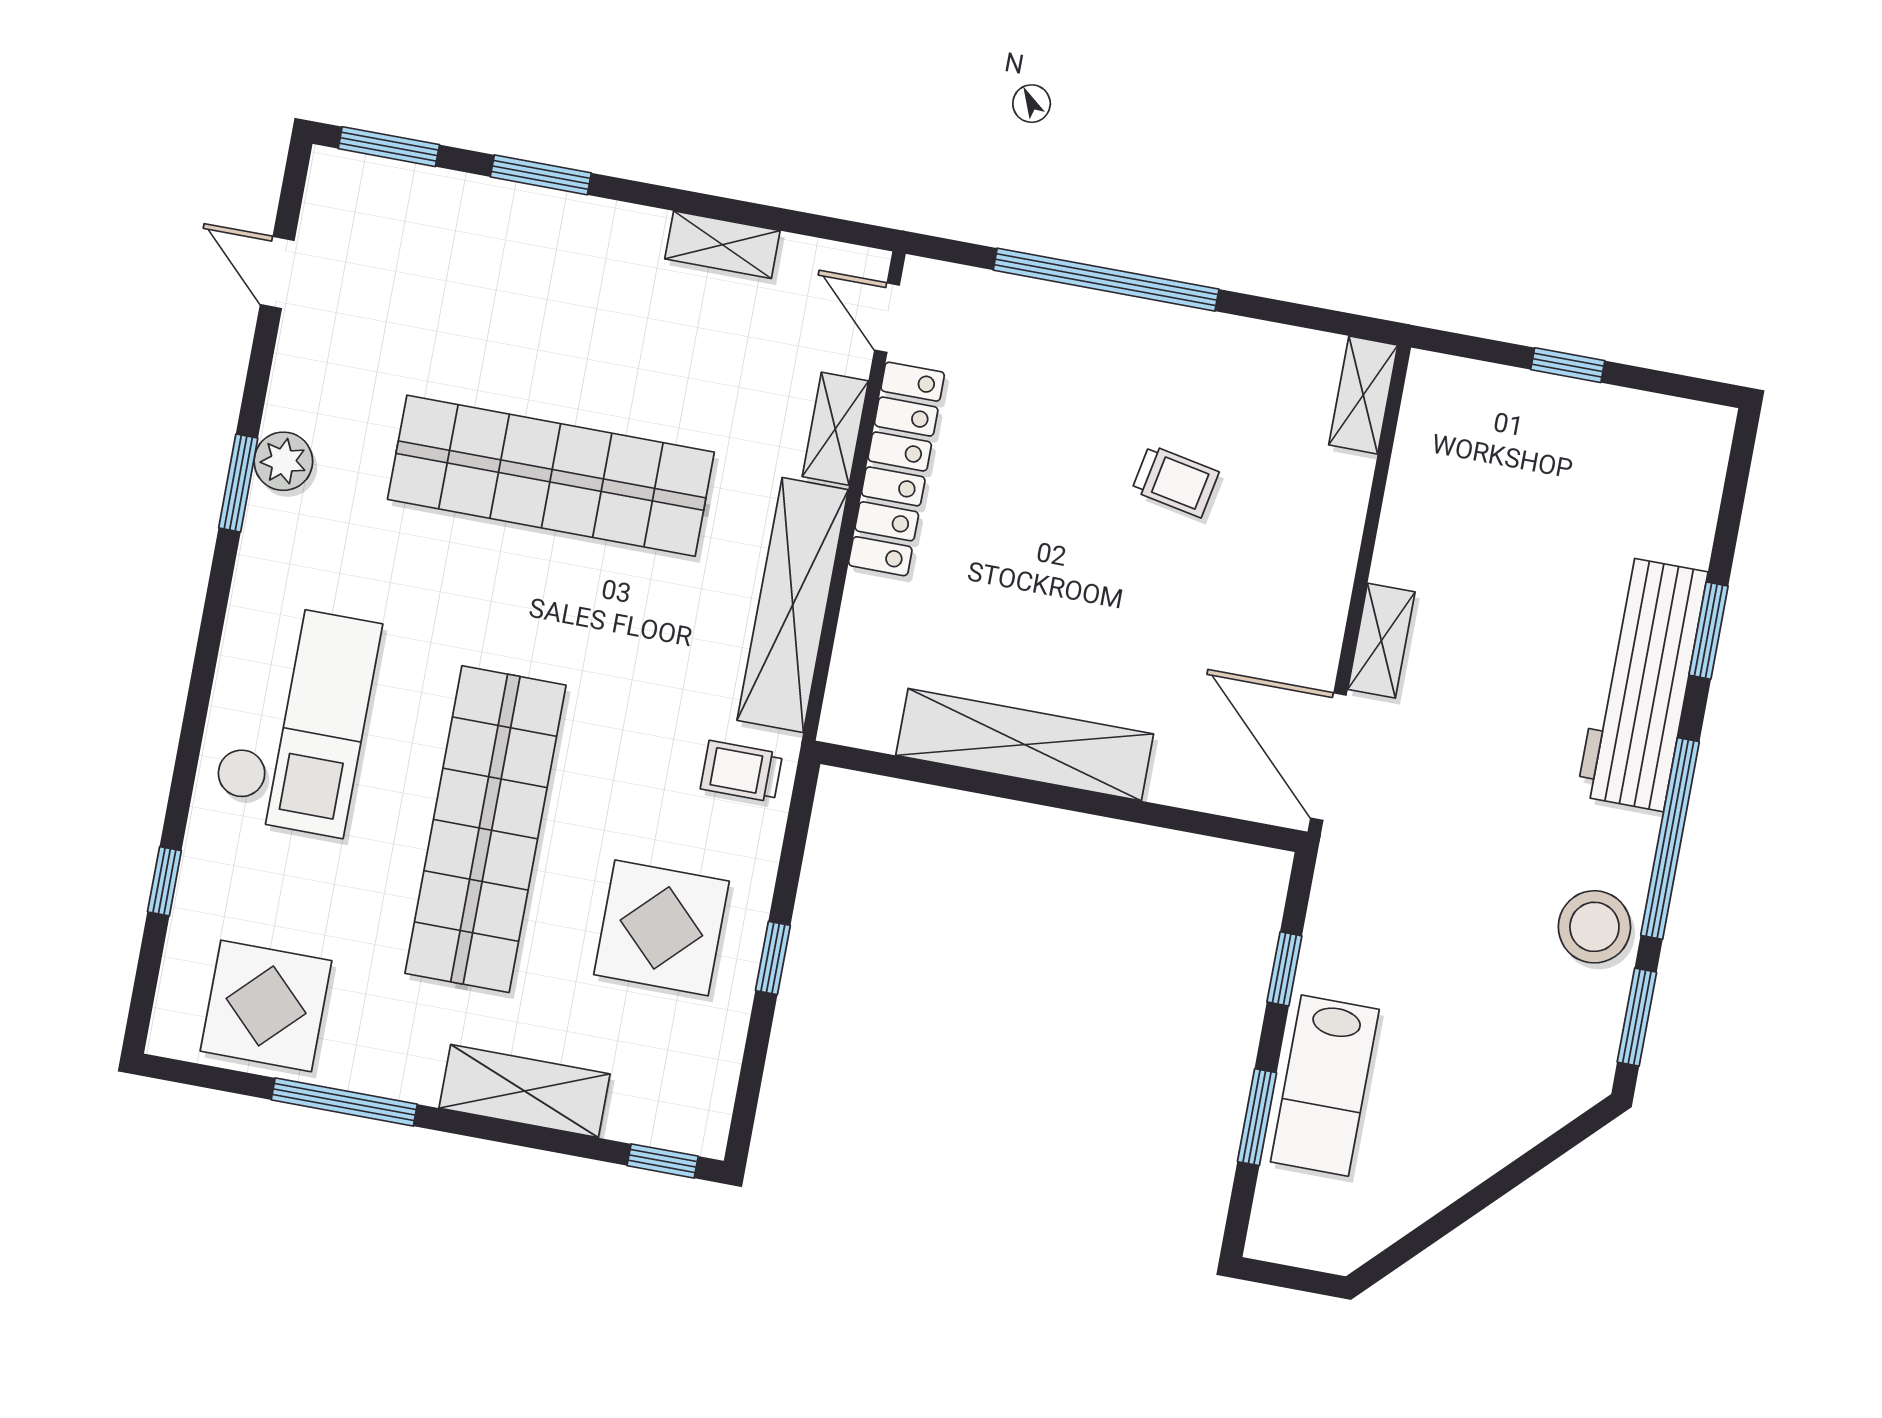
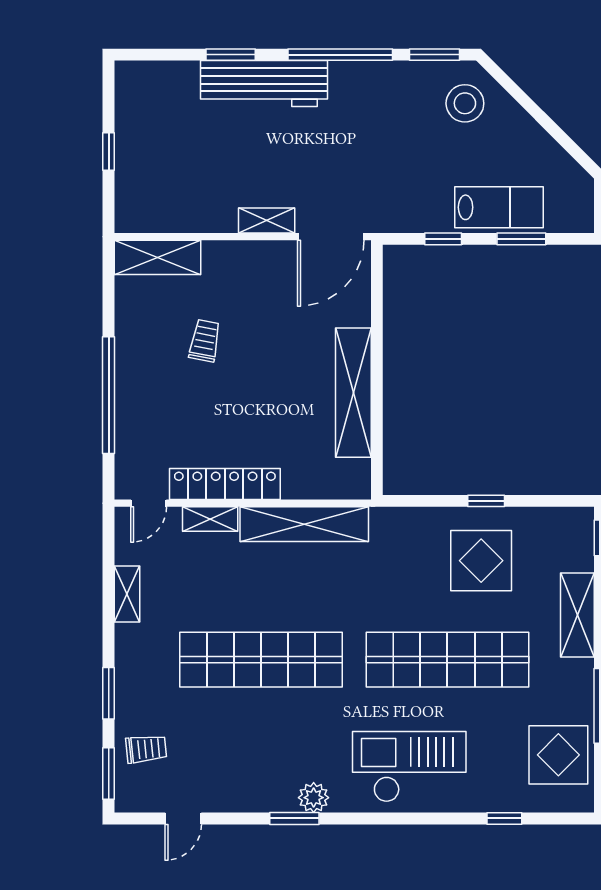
shelving: (1363, 395) -> (157, 257), width x1.50, depth x1.33
plant: (283, 461) -> (314, 798), moved
shop shelf: (551, 476) -> (261, 660), turned 90
trolley: (741, 771) -> (146, 749), moved, turned -96
stool: (1594, 927) -> (465, 103), moved

